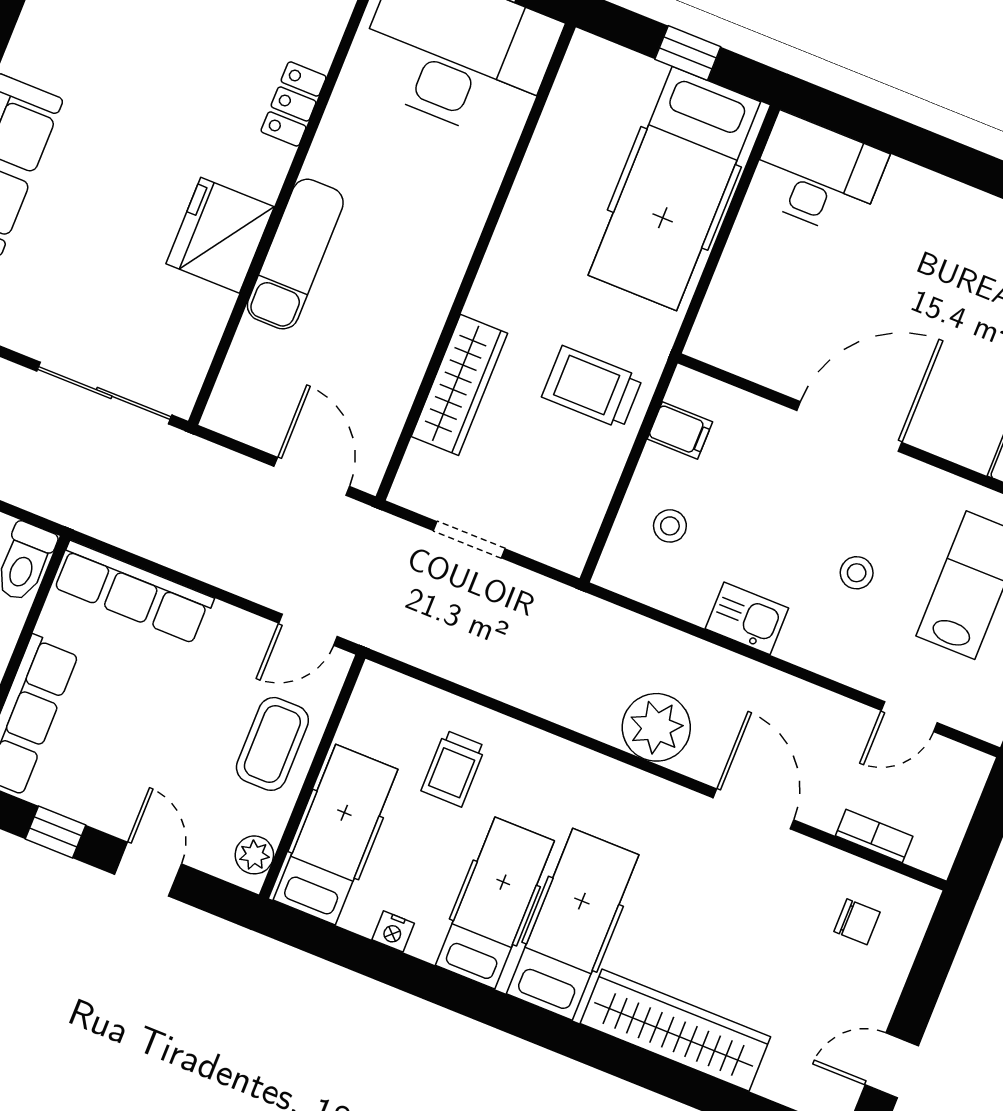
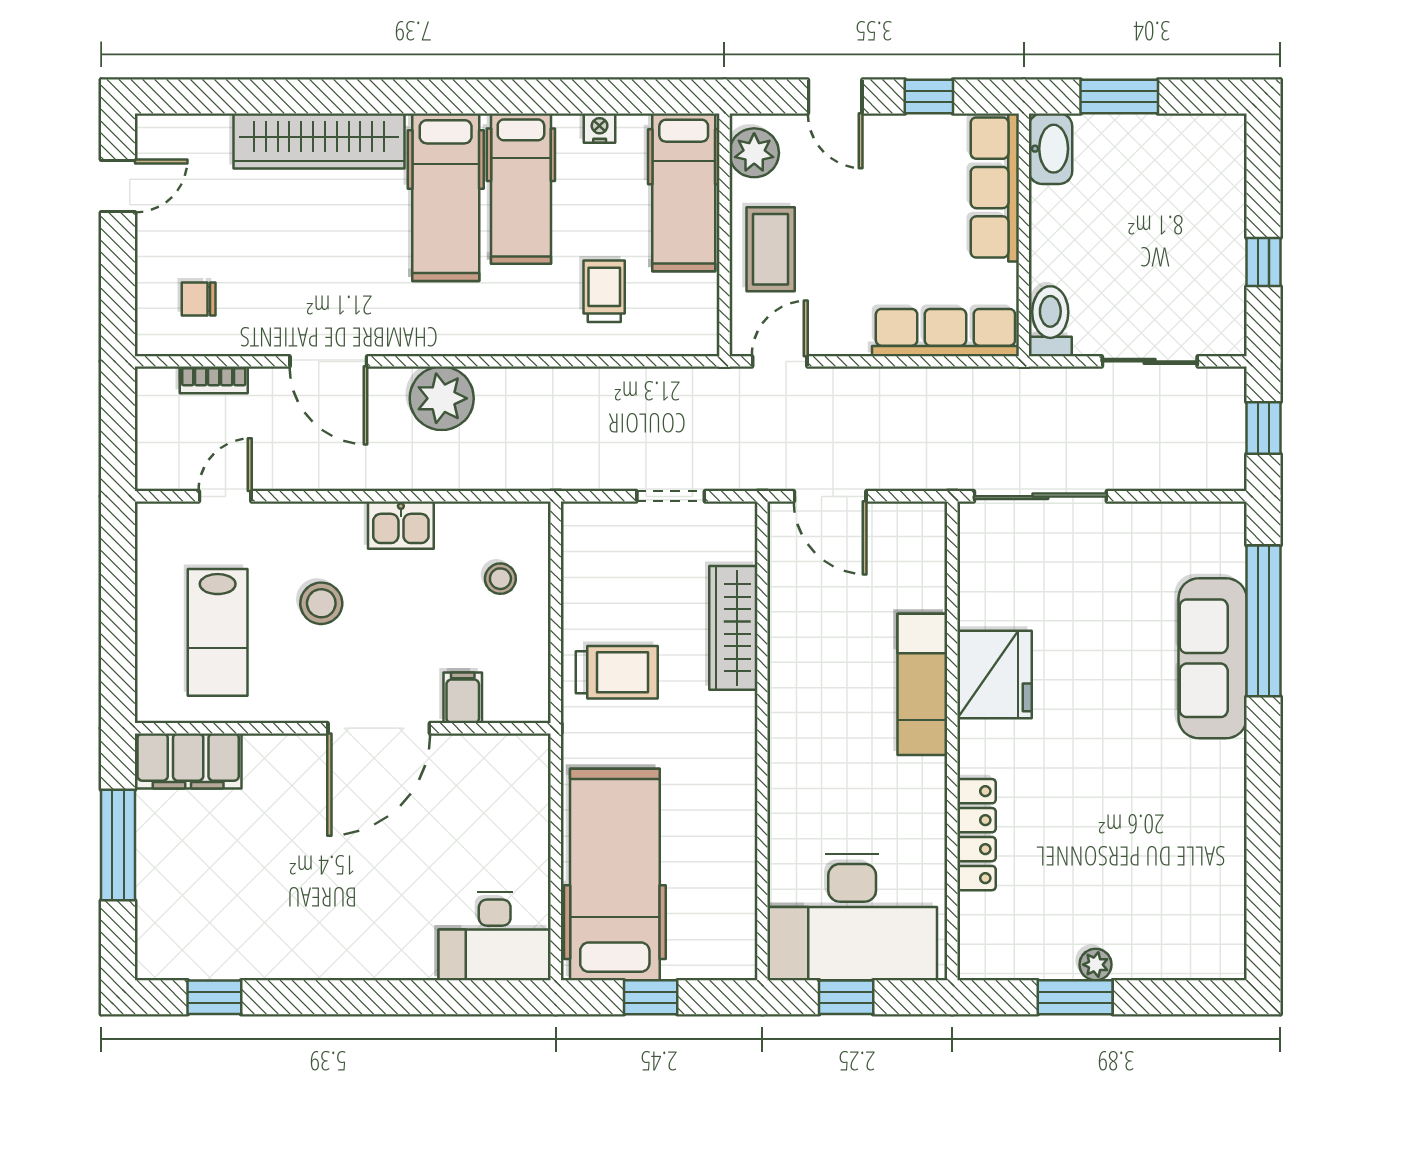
locker: (294, 104) -> (976, 835), width x1.53
filing cabinet: (680, 430) -> (463, 698), moved, turned 90
stool: (857, 573) -> (321, 603), width x1.37, depth x1.37
plant: (254, 855) -> (754, 153), width x1.38, depth x1.38

